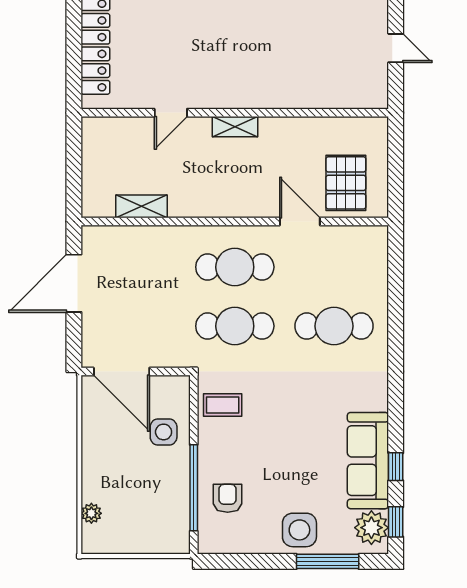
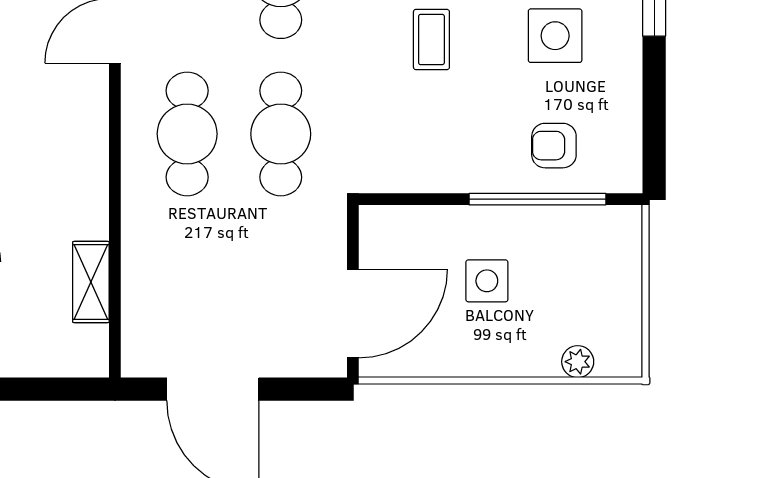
coffee table: (223, 405) -> (431, 39), moved
side table: (164, 432) -> (487, 281), moved
side table: (299, 530) -> (555, 36), moved

